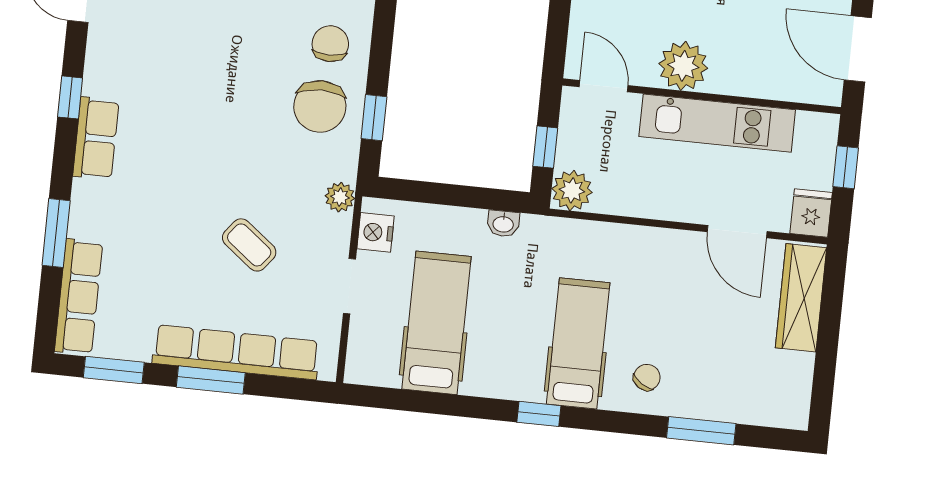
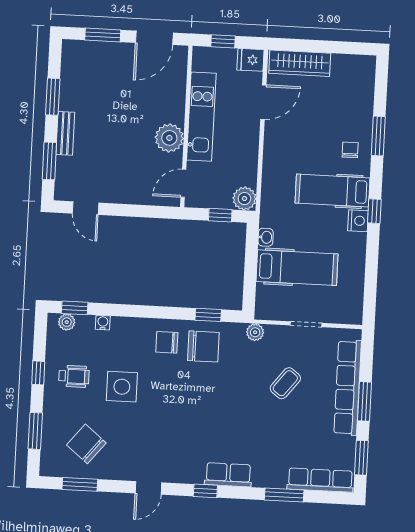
nightstand: (376, 232) -> (358, 221), moved, turned -90
hospital bed: (436, 323) -> (297, 268), moved, turned 180
chair: (647, 377) -> (350, 150), turned 57
window: (701, 431) -> (378, 136), moved

